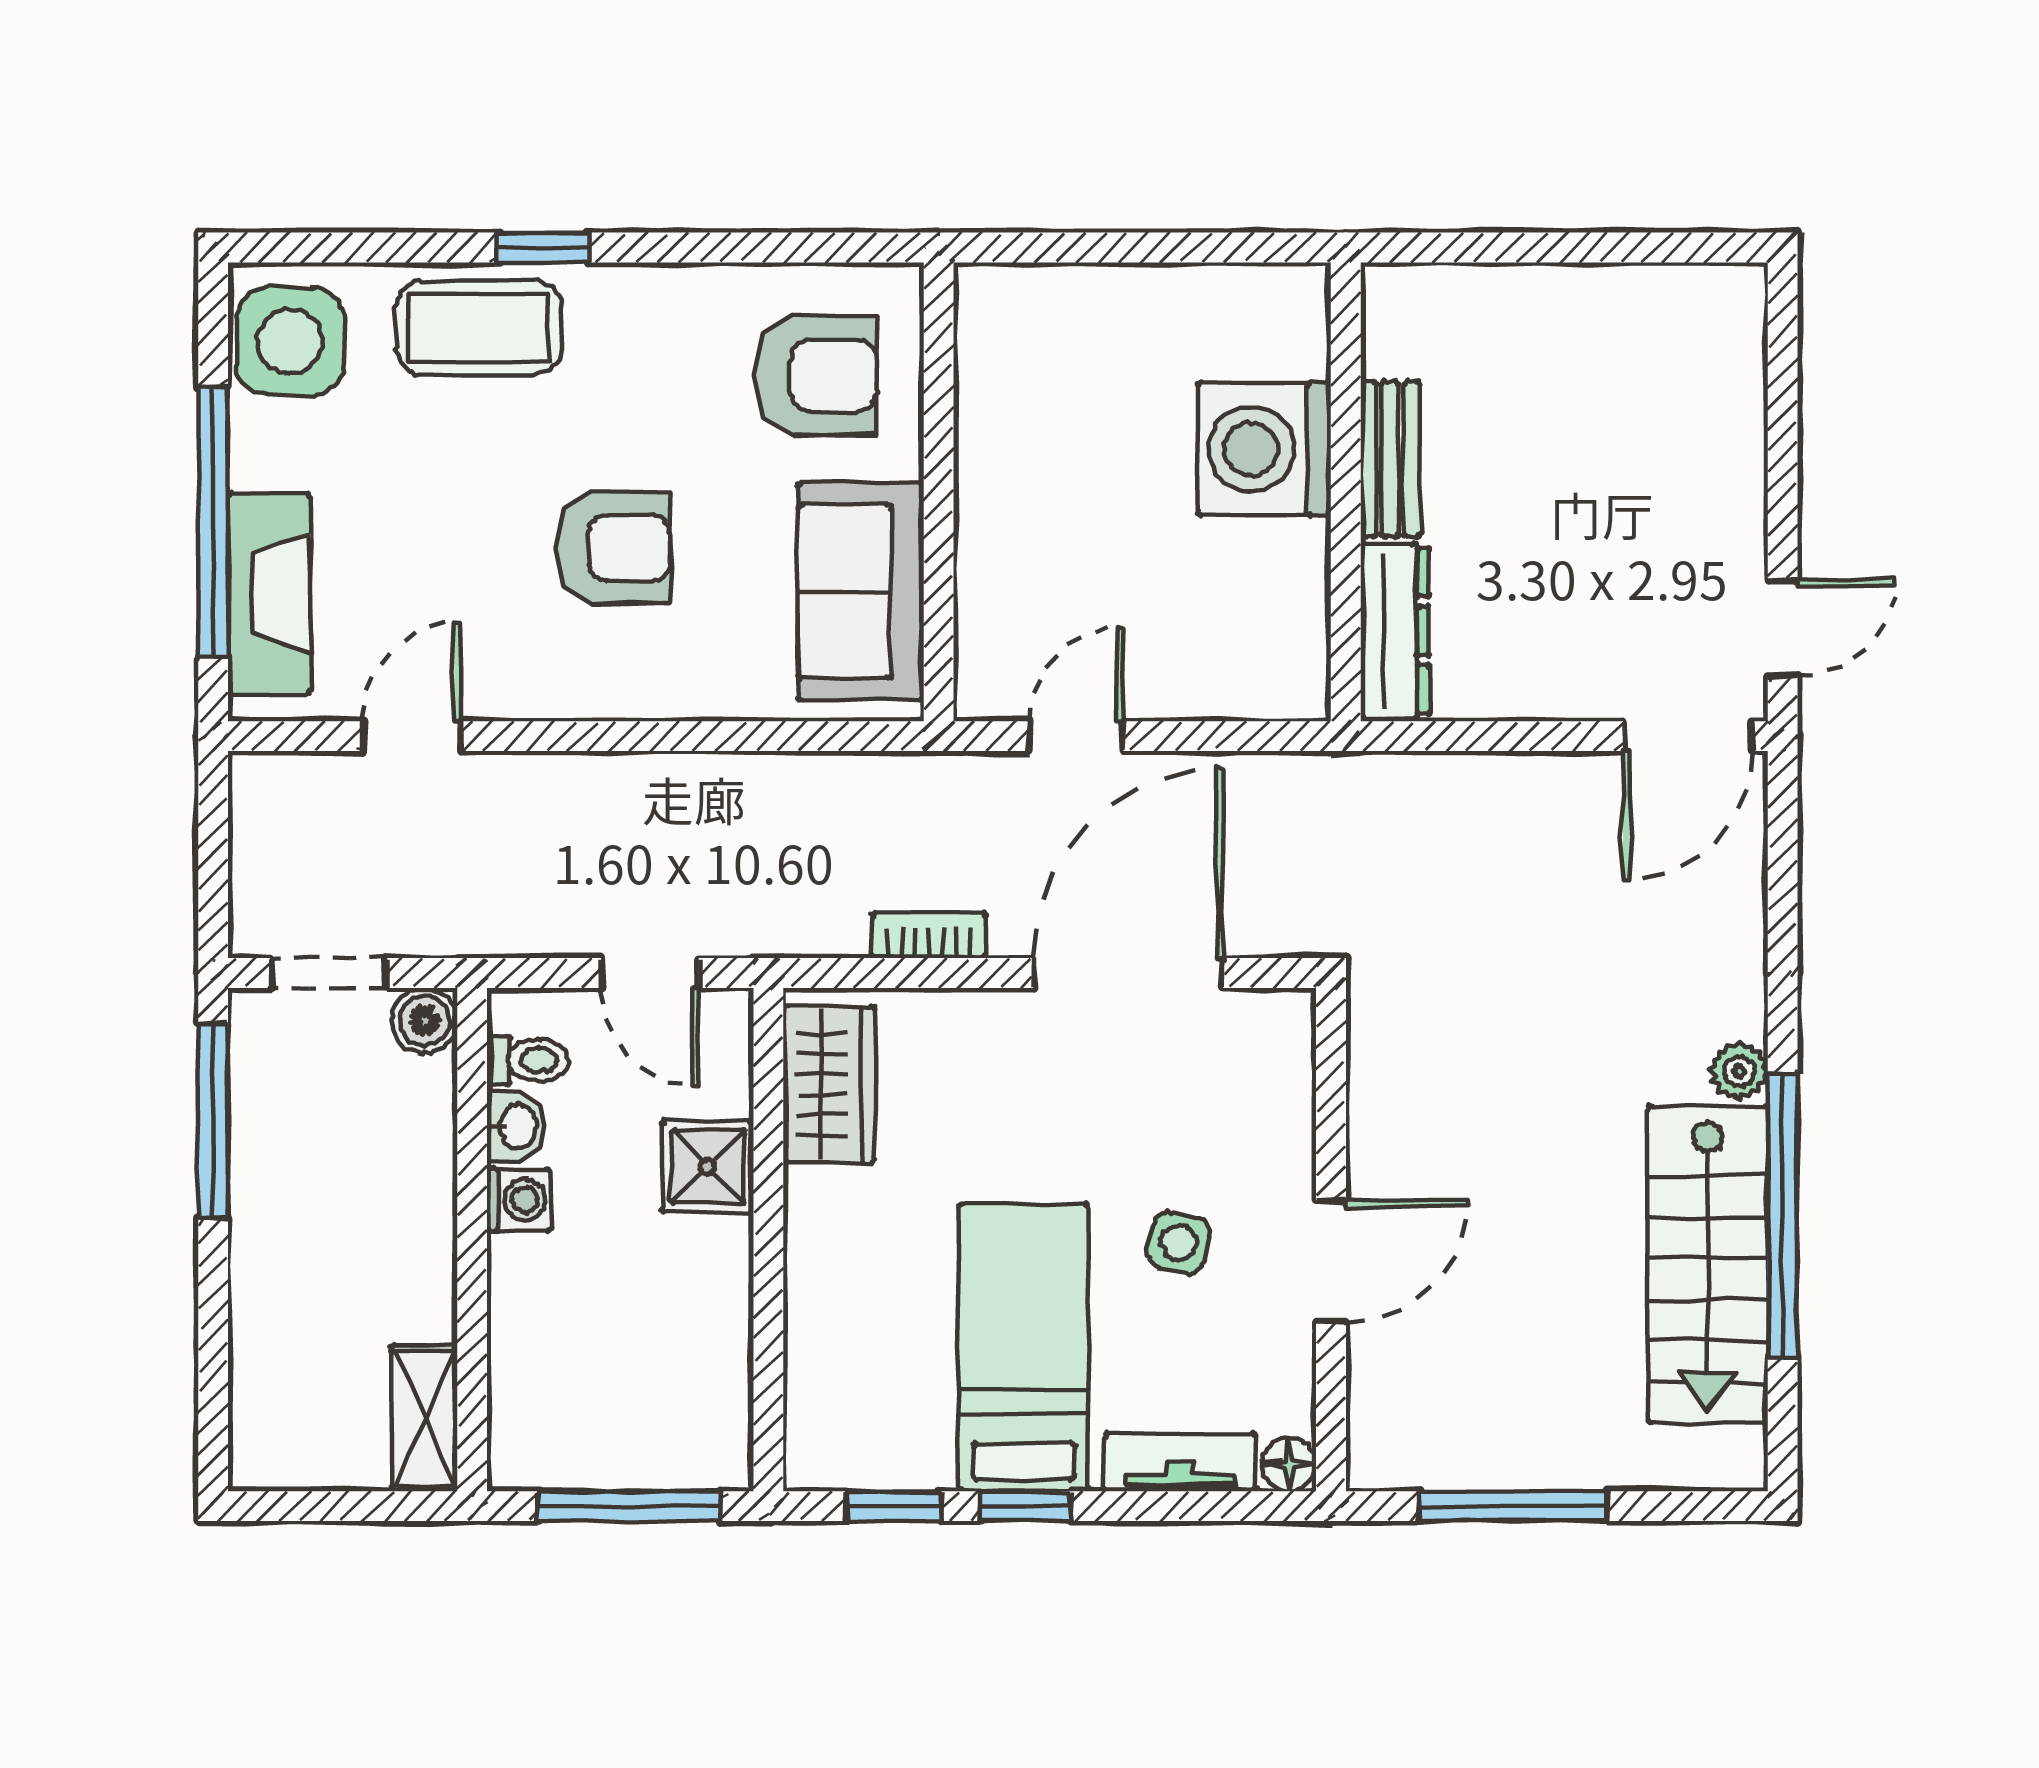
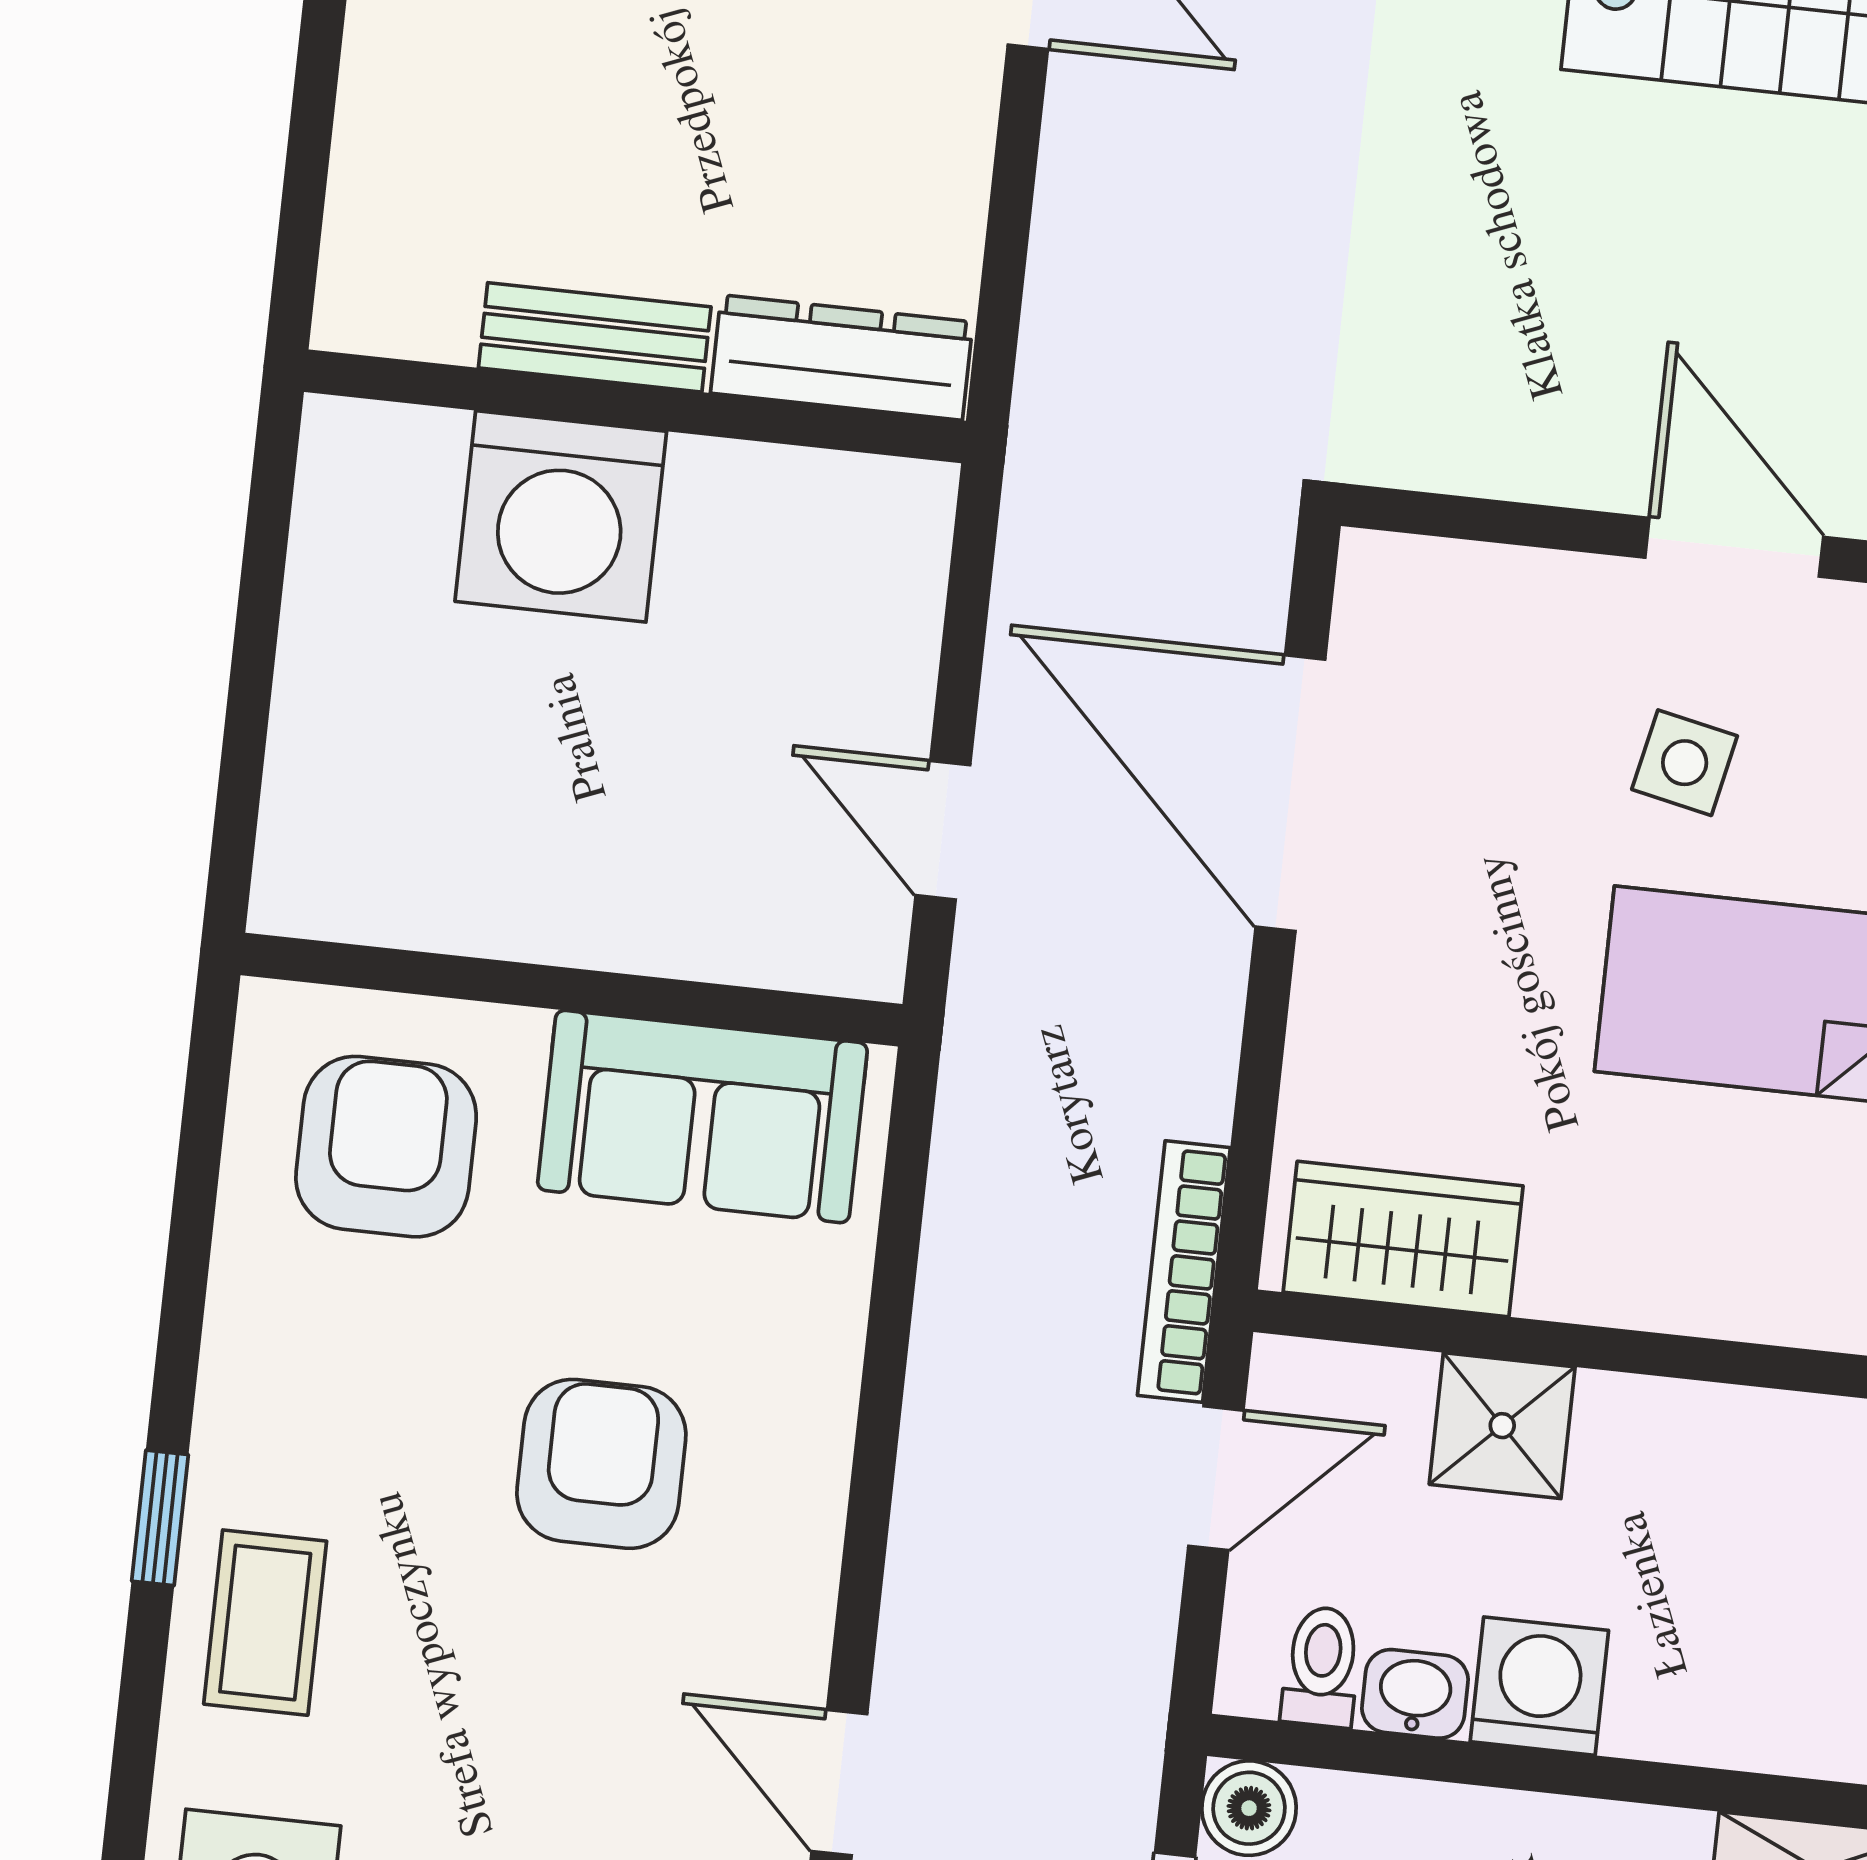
coffee table: (479, 328) -> (265, 1623), width x0.73, depth x0.77
bookcase: (929, 935) -> (1184, 1272), moved, width x1.56
washing machine: (519, 1200) -> (1539, 1686), width x1.38, depth x1.38

